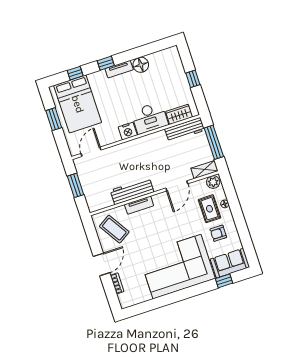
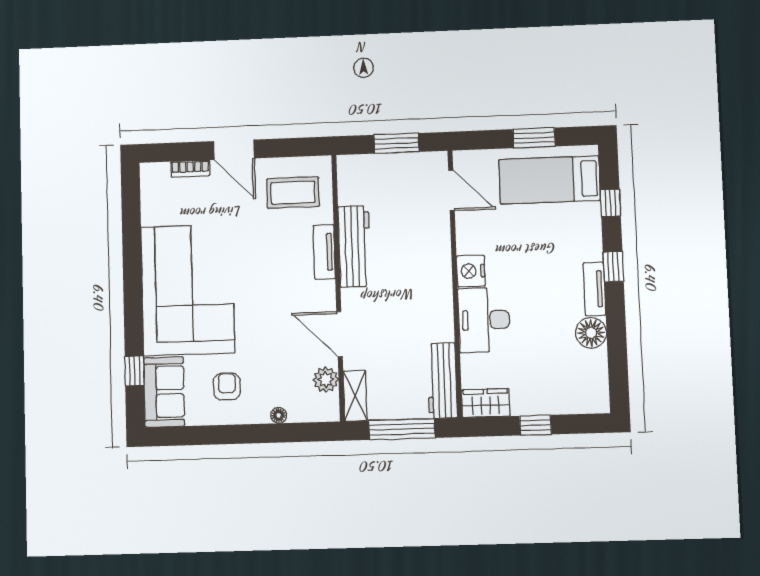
bed: (78, 104) -> (550, 180), width x0.67
wardrobe: (179, 114) -> (486, 403), moved, turned -90
plant: (213, 182) -> (326, 380), moved
rug: (209, 209) -> (278, 383), removed
coffee table: (114, 229) -> (293, 193), turned 32

